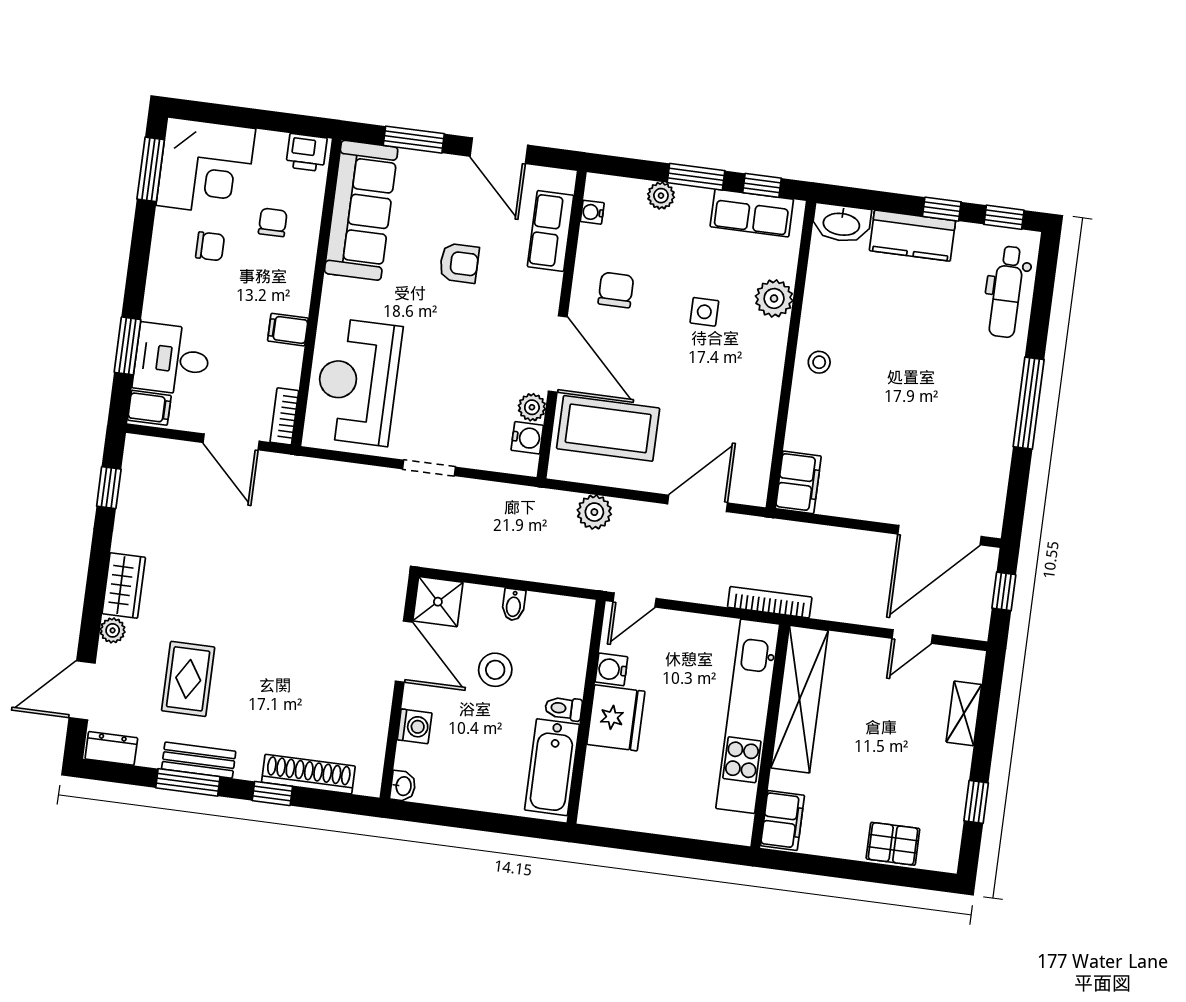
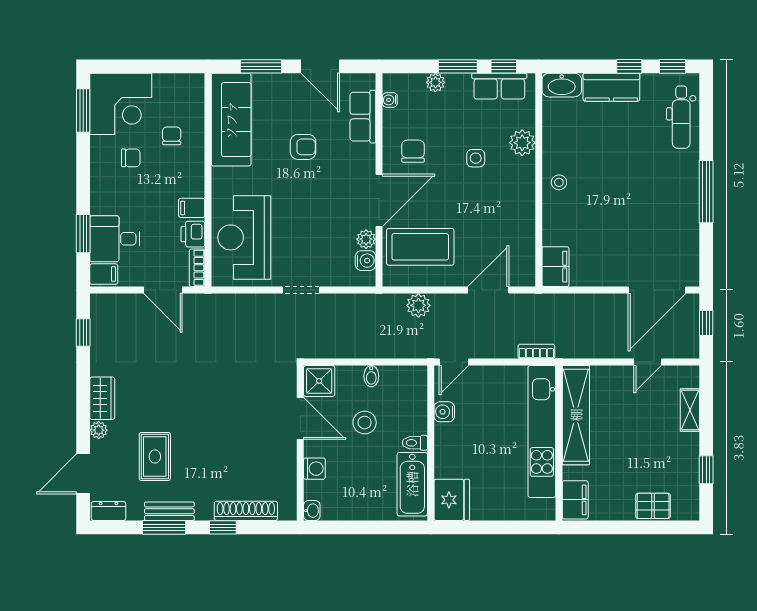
printer: (306, 152) -> (193, 234), moved, turned 90
door: (558, 354) -> (379, 200), hinge flipped
bookcase: (770, 602) -> (536, 351), width x0.64
fridge: (616, 718) -> (452, 500), moved

